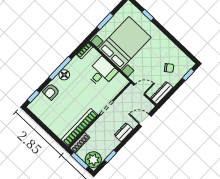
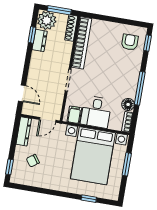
floor lamp: (64, 75) -> (128, 104), moved
filing cabinet: (118, 81) -> (74, 115), added
armchair: (51, 92) -> (130, 42), moved
door: (145, 120) -> (22, 93), hinge flipped
dresser: (124, 132) -> (40, 40), moved

